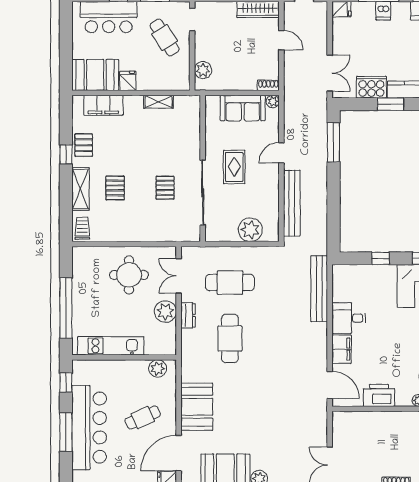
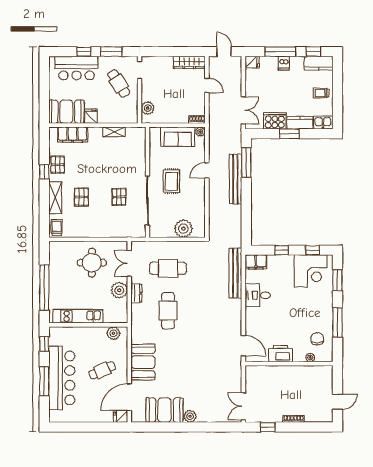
bench: (292, 203) -> (235, 179), moved
filing cabinet: (342, 349) -> (256, 262), moved, turned 90

